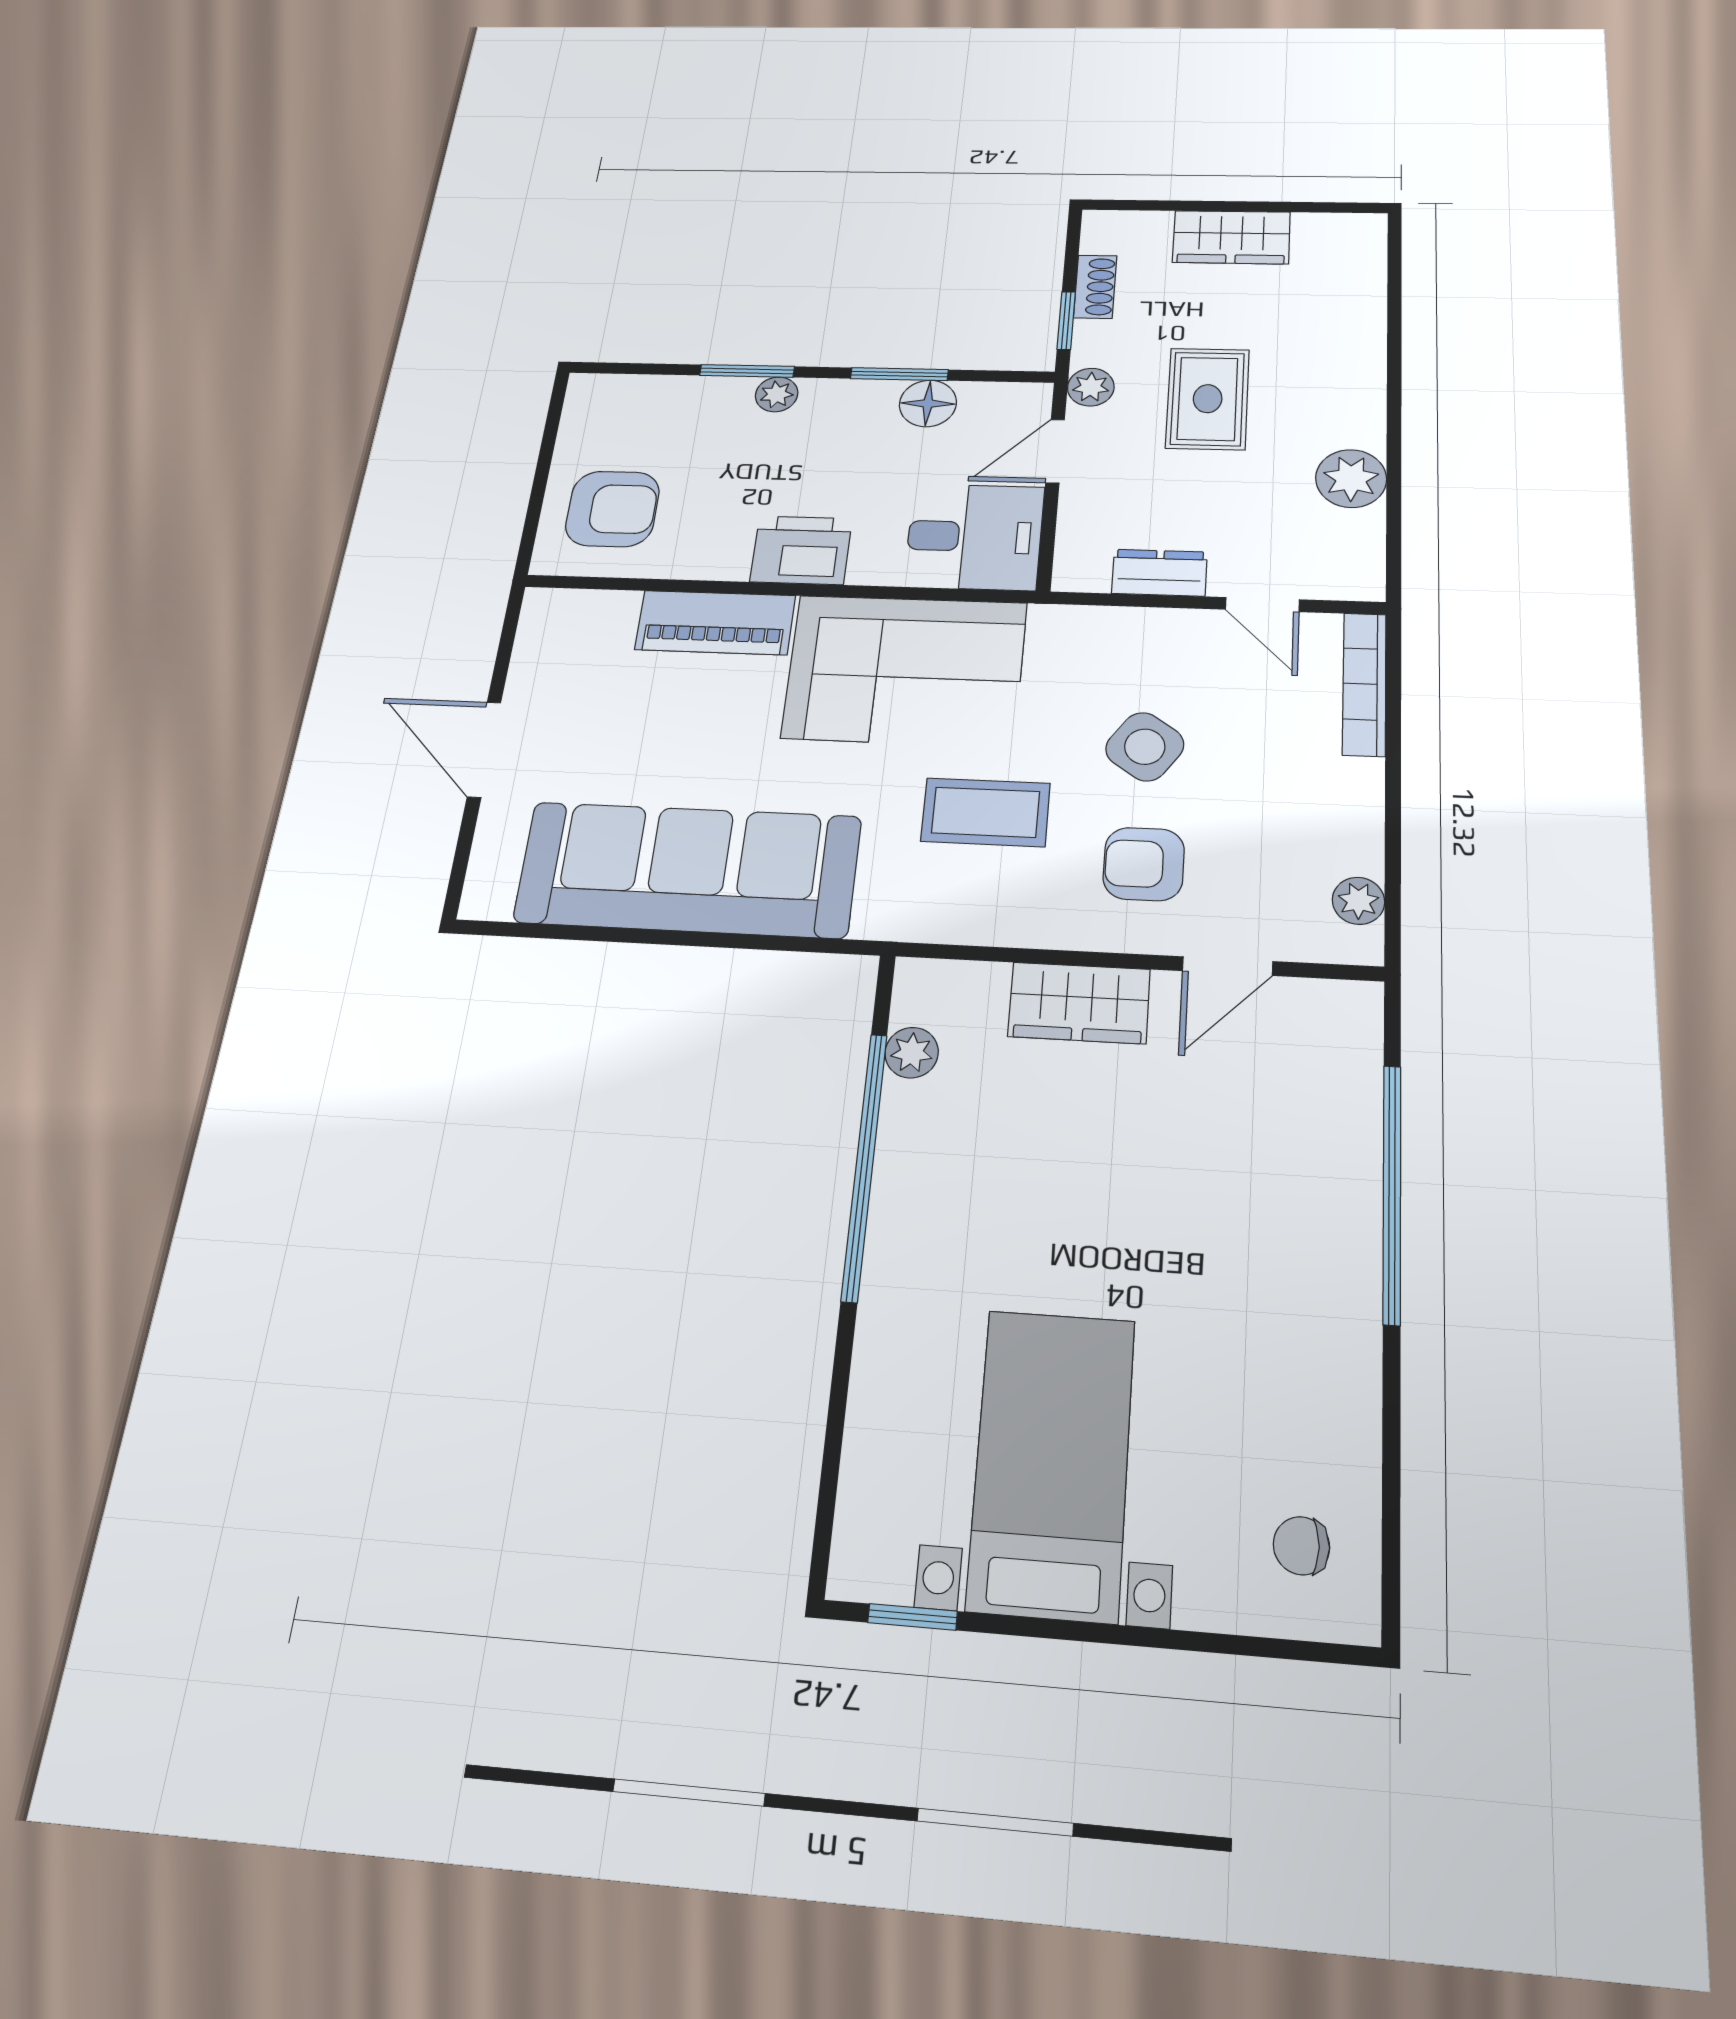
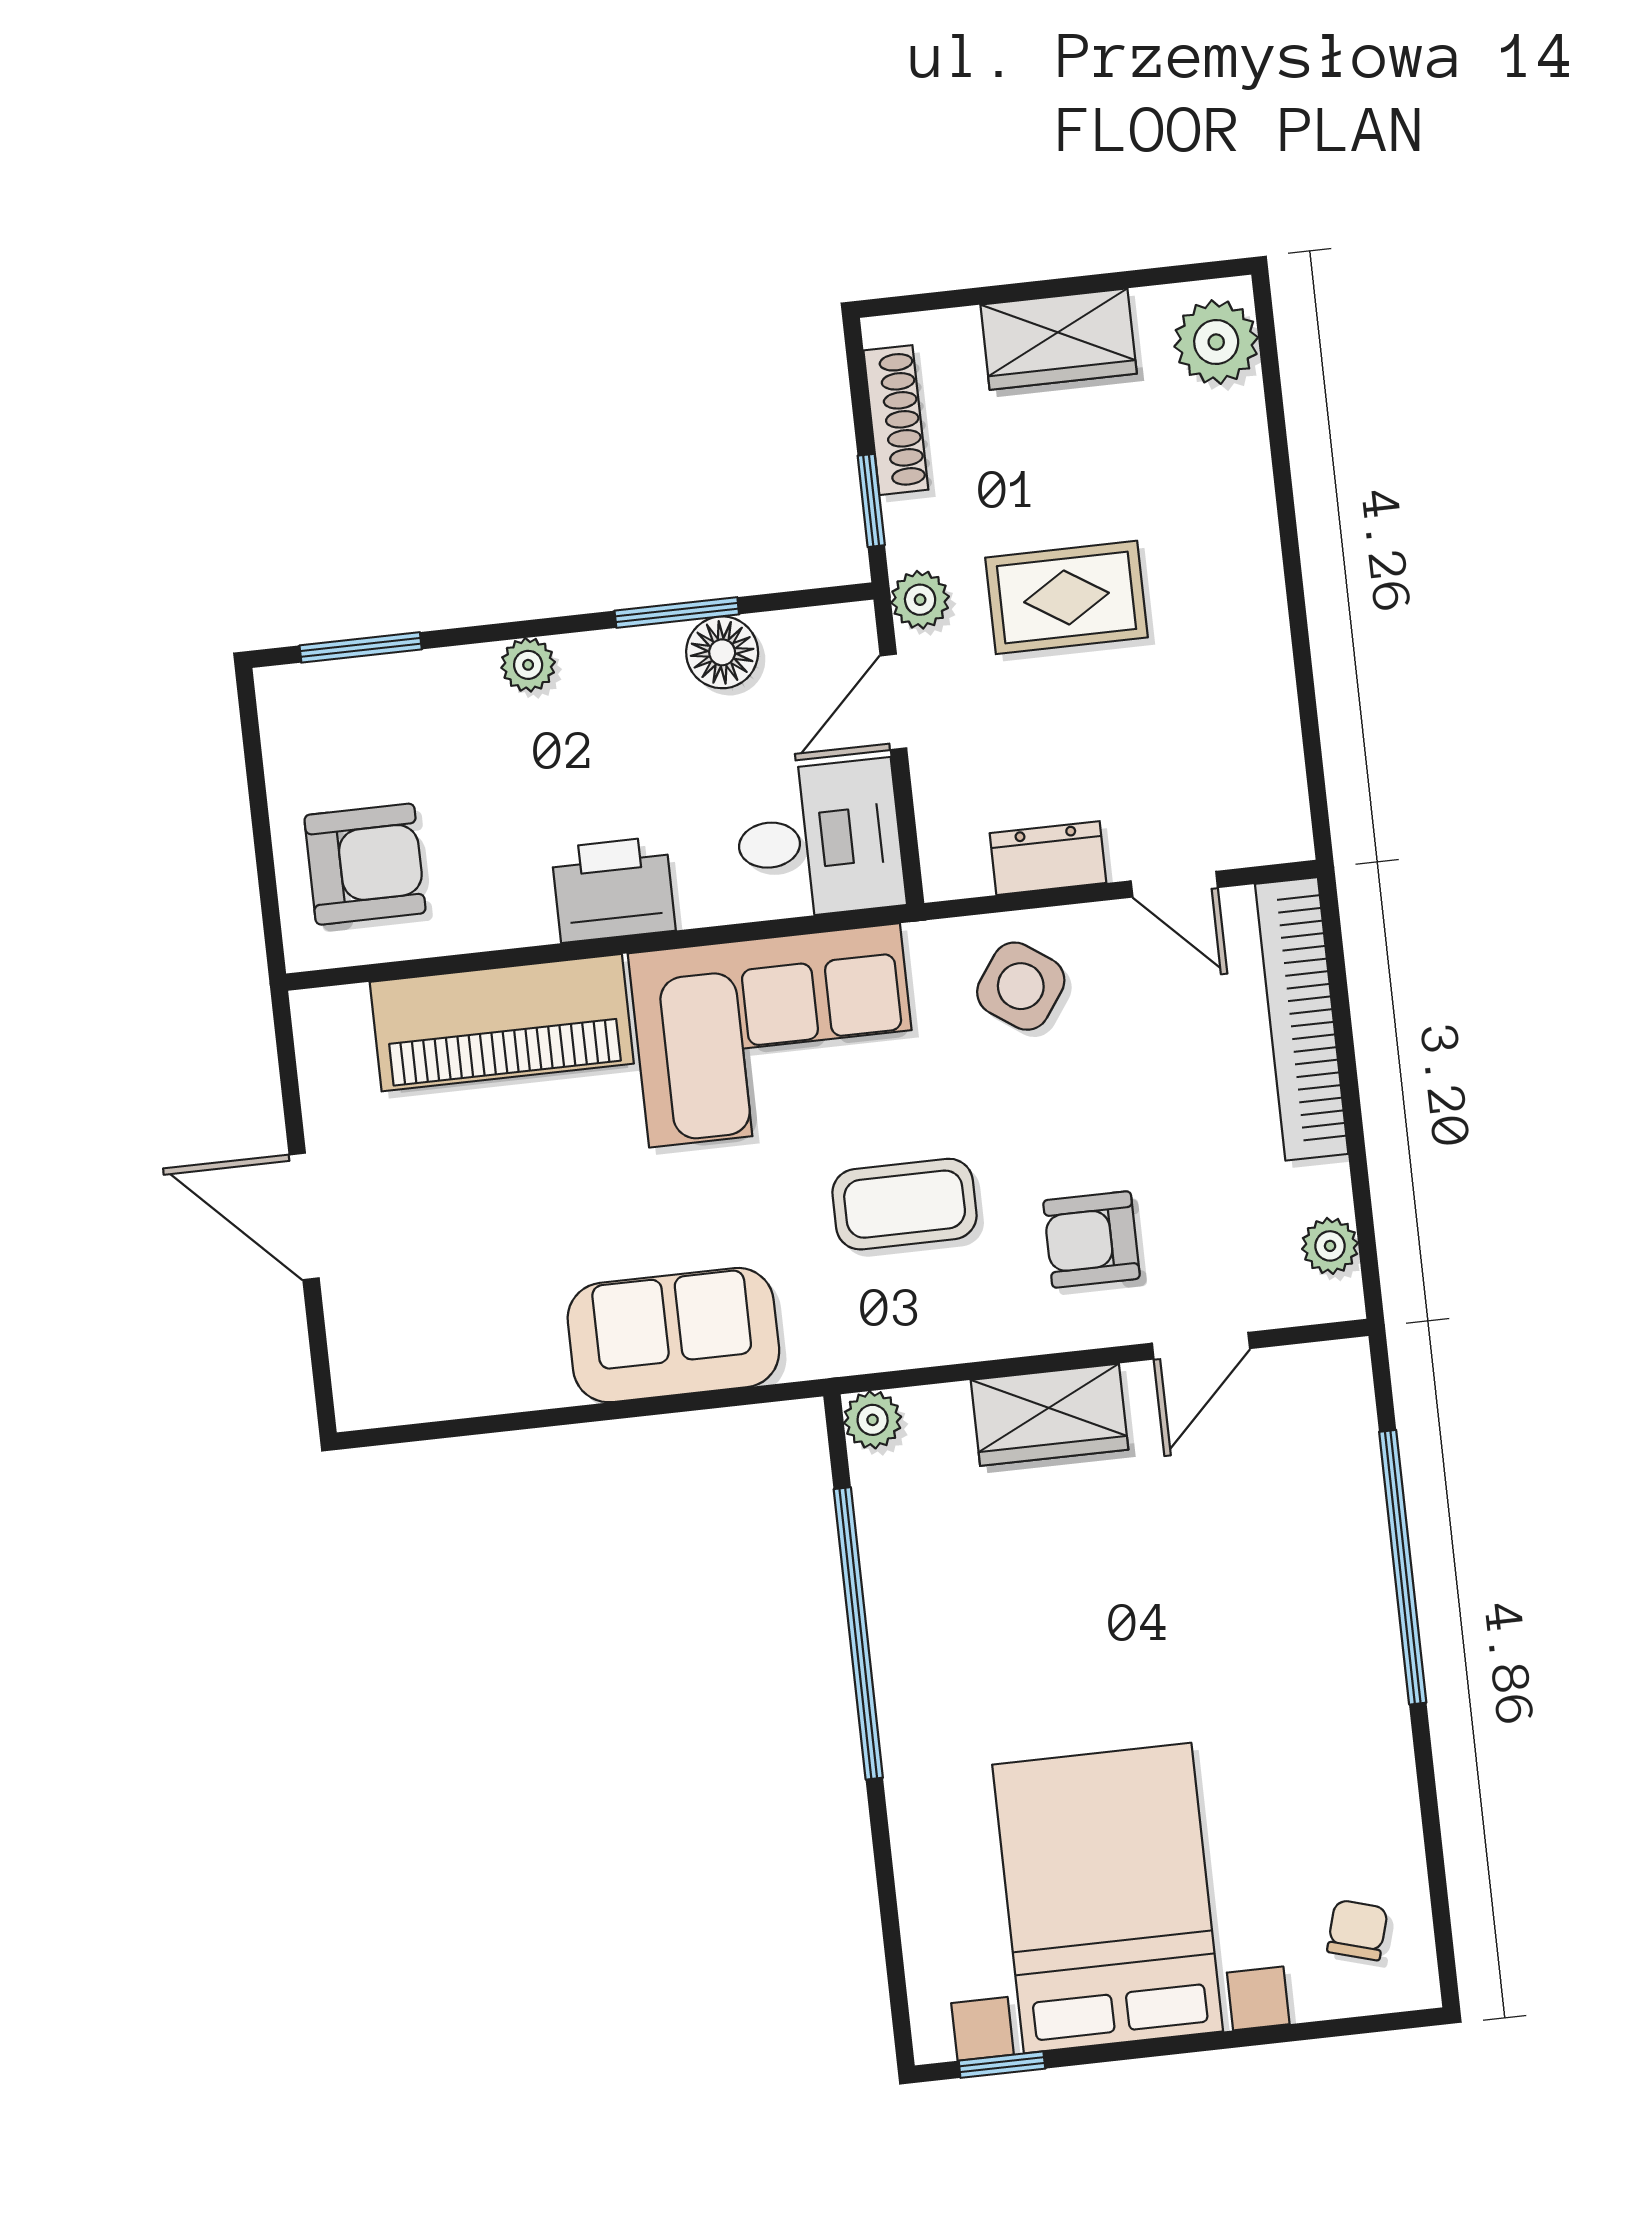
shoe rack: (1095, 287) -> (896, 420), width x1.43
window: (747, 371) -> (361, 647), moved
rug: (1208, 399) -> (1067, 597), turned 90
plant: (1351, 479) -> (1216, 342), moved
piano: (715, 623) -> (502, 1023), width x1.37, depth x1.33
bookcase: (1364, 684) -> (1302, 1019), width x1.48, depth x1.31
side table: (1145, 747) -> (1021, 986), moved
sofa: (688, 869) -> (673, 1335), width x0.54, depth x0.79
plant: (912, 1053) -> (873, 1420), moved
bed with nightstands: (1052, 1463) -> (1108, 1898), width x1.36
chair: (1301, 1546) -> (1357, 1930), turned 106

